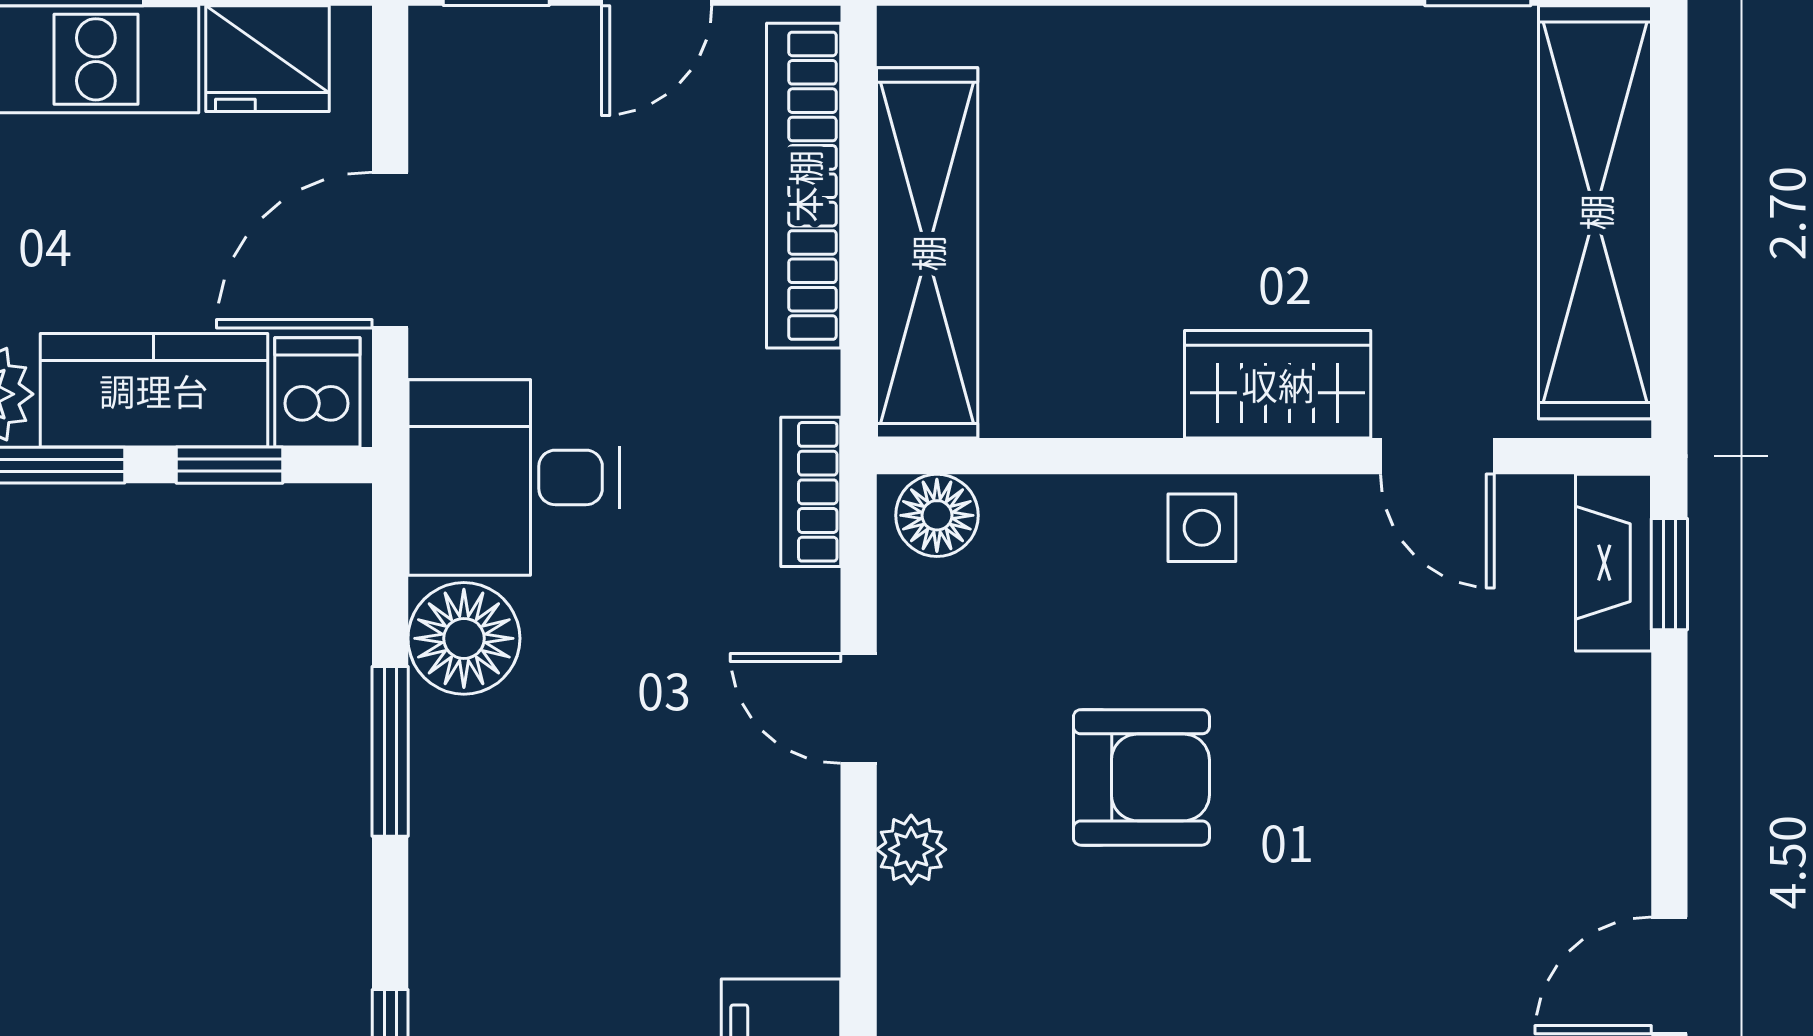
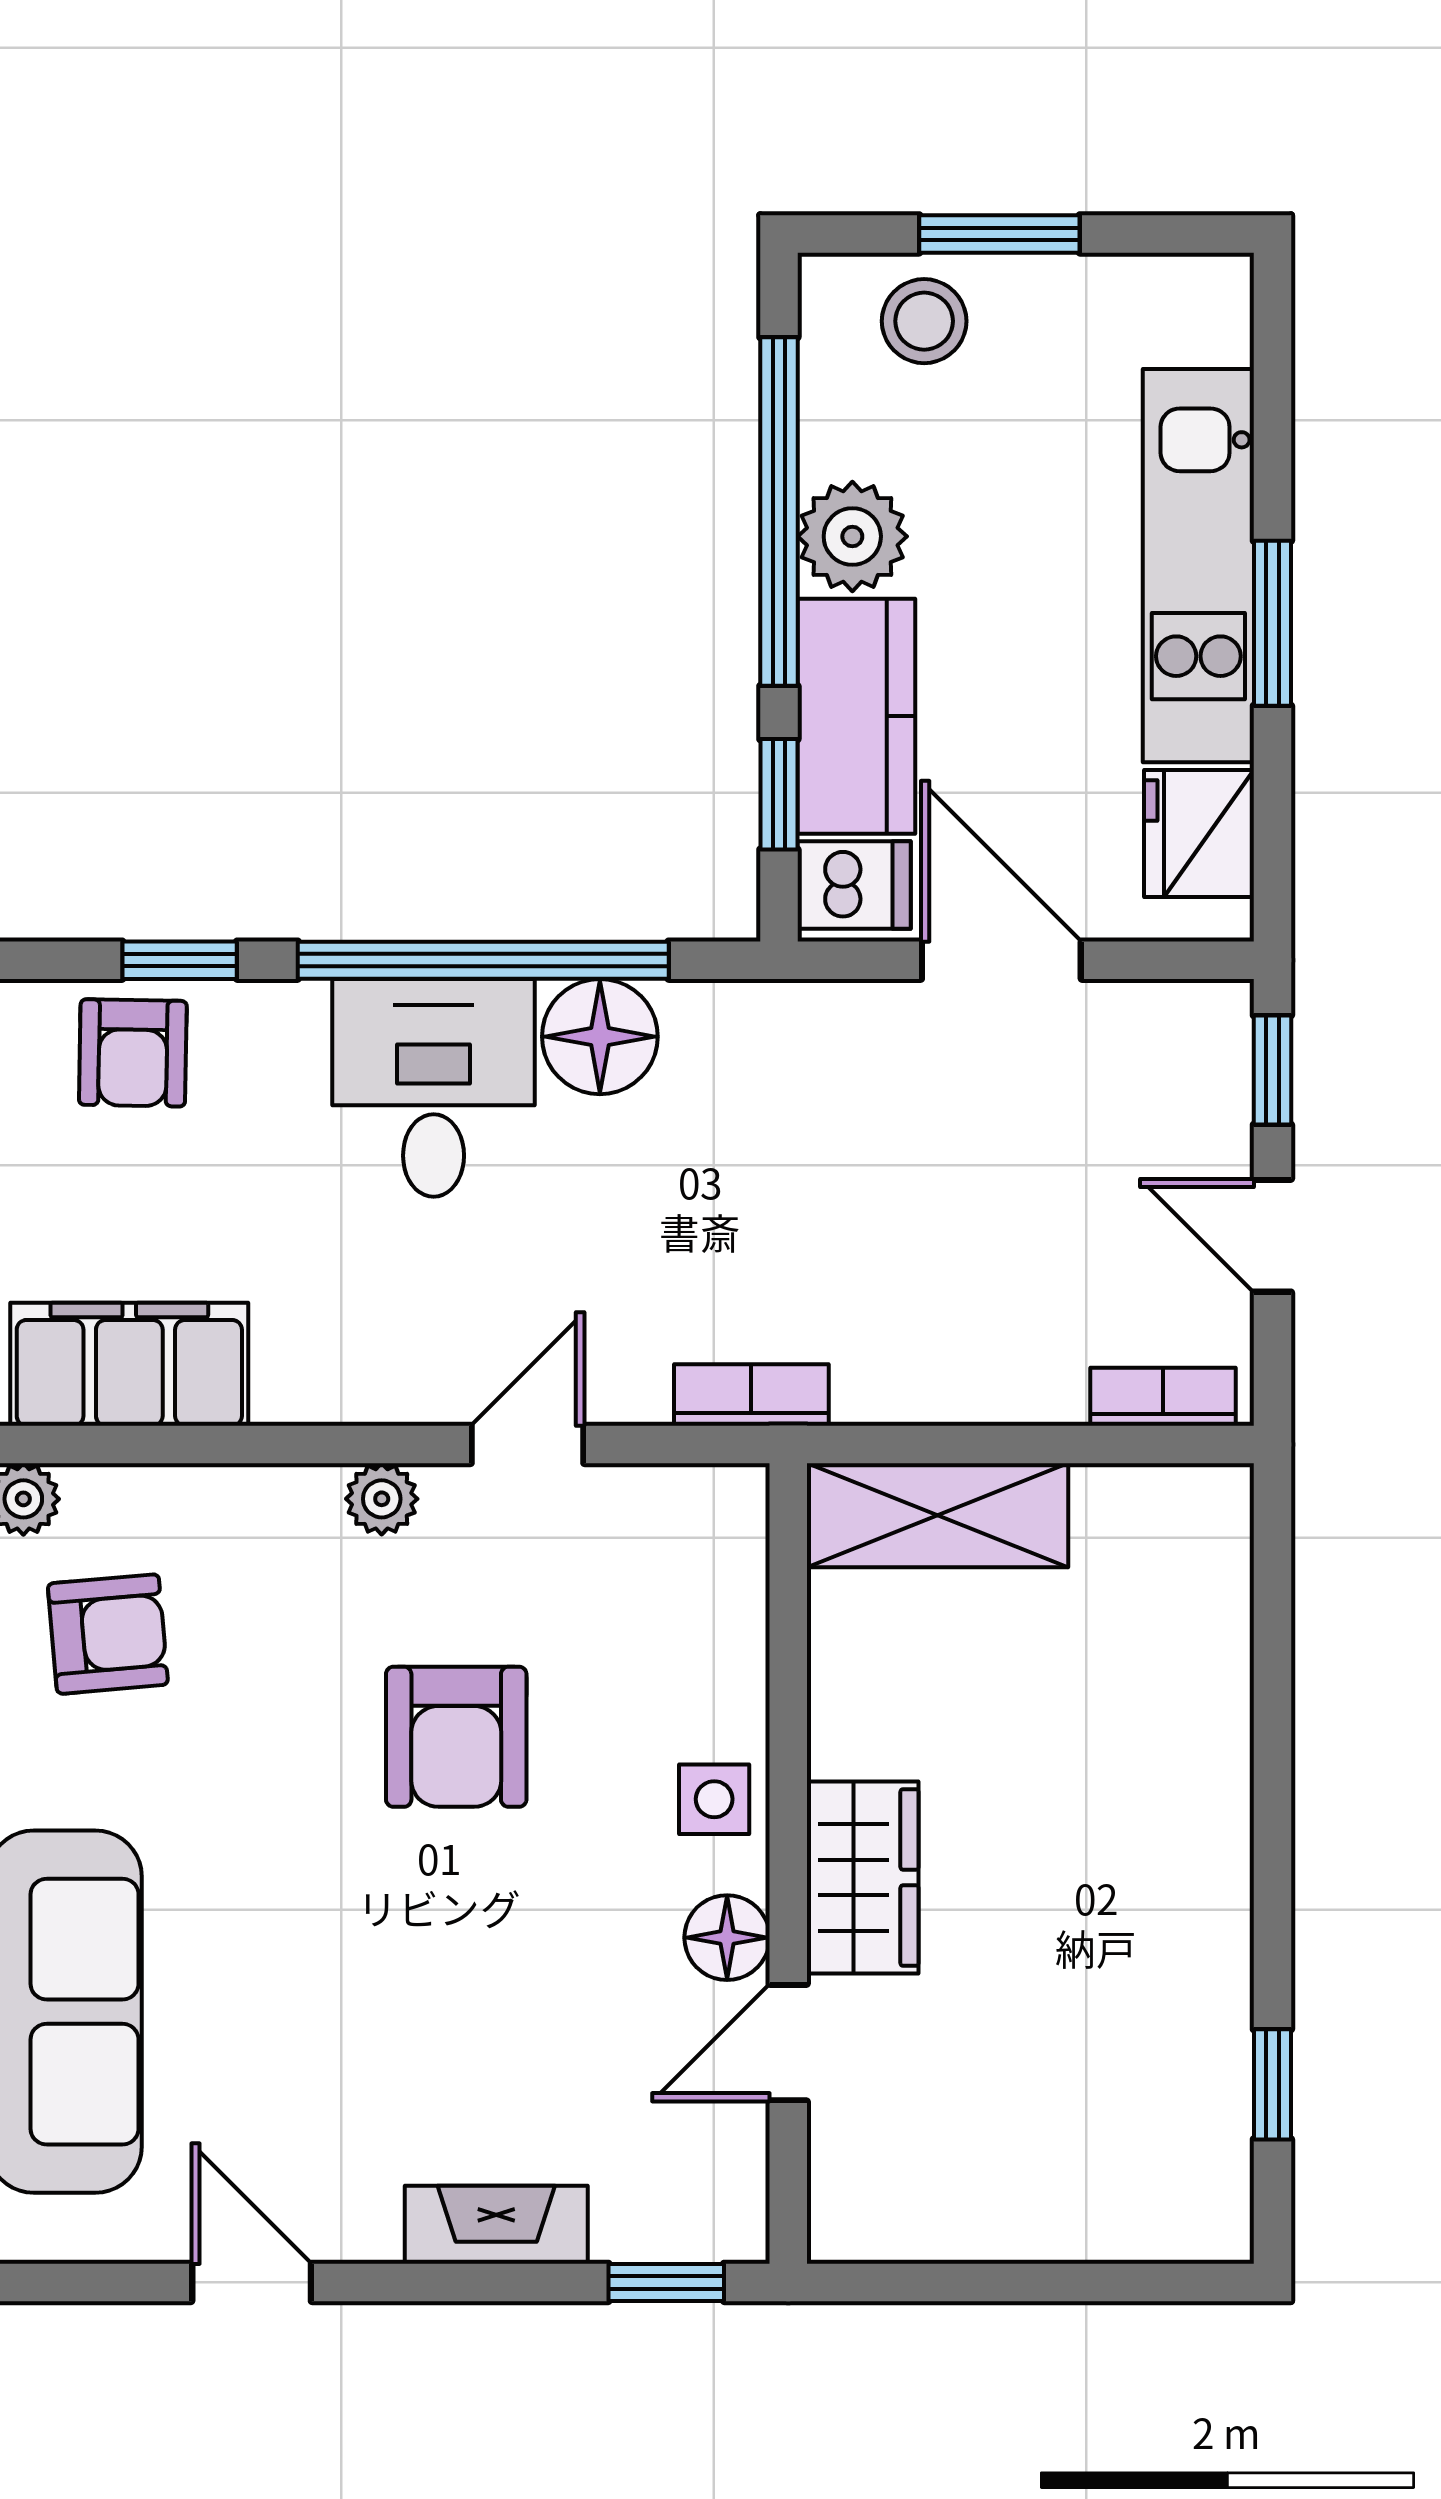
bookcase: (804, 186) -> (1163, 1397), width x0.43, depth x0.76
shelving: (1595, 212) -> (1040, 2206), removed
shelving: (927, 253) -> (937, 1515), width x0.68
desk: (514, 477) -> (434, 1088), moved
floor lamp: (937, 515) -> (727, 1938), moved
fireplace: (1614, 563) -> (496, 2225), moved
window: (390, 751) -> (483, 960), width x2.11

